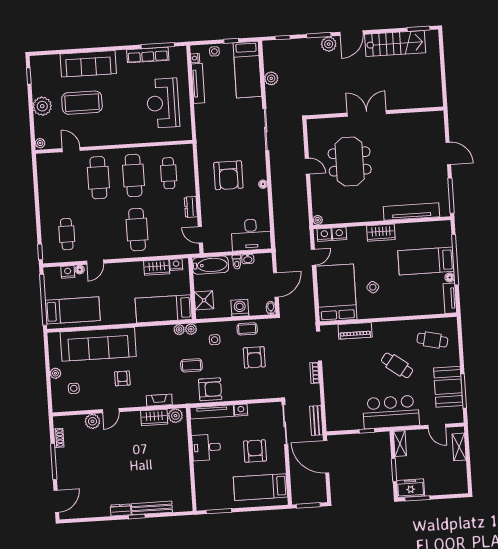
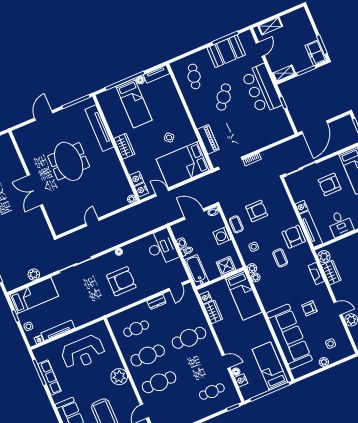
plant: (121, 135) -> (119, 377), added
meeting table: (350, 161) -> (69, 161), moved, turned 90
bench: (316, 420) -> (289, 145), removed

